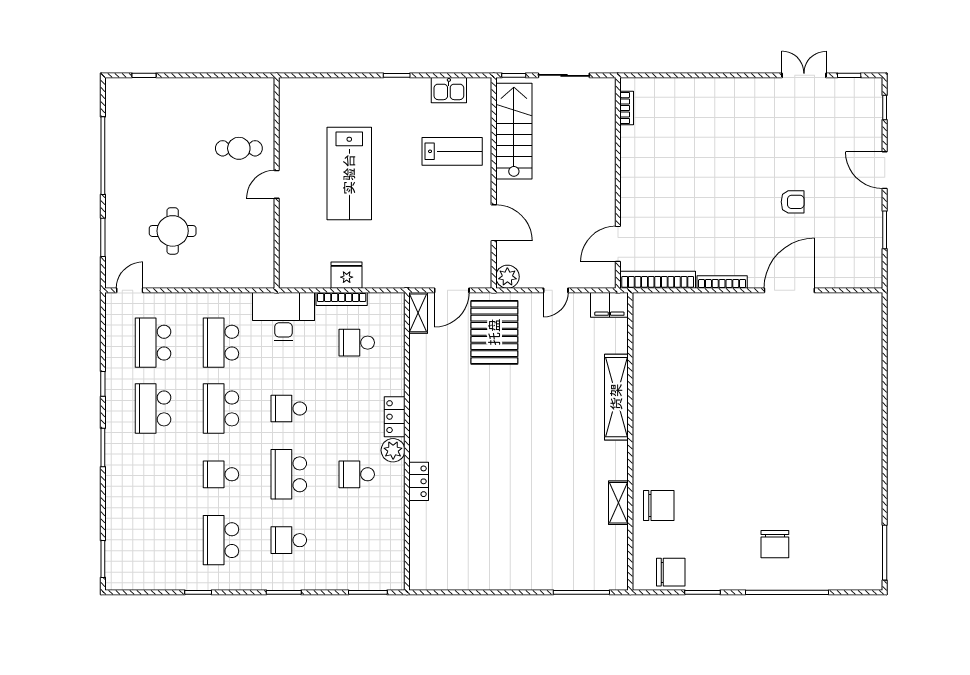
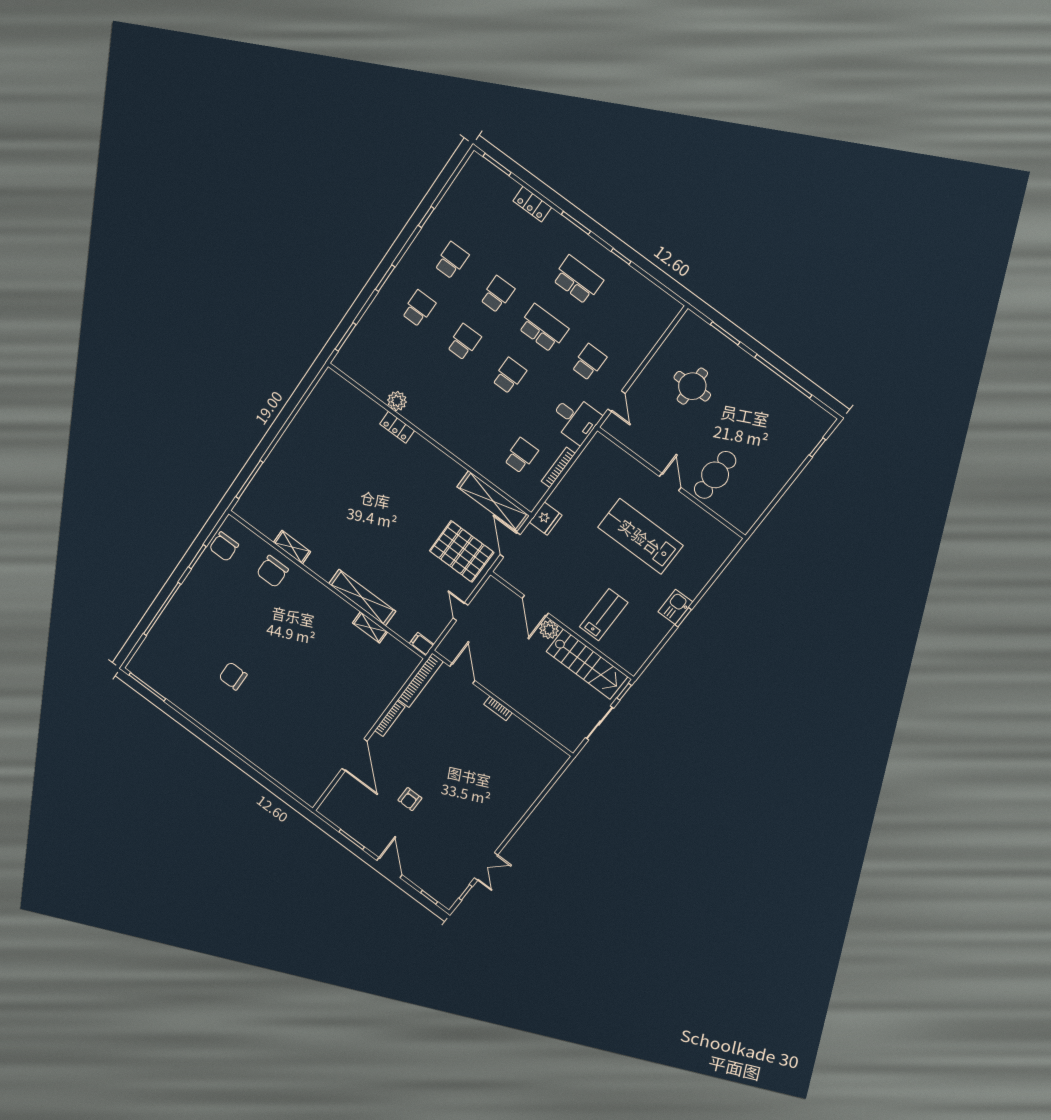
kitchen sink: (449, 90) -> (675, 607), moved
bookcase: (627, 108) -> (498, 708), moved
cafe table: (239, 148) -> (715, 475), width x1.37, depth x1.35
lab bench: (452, 151) -> (604, 615), turned 180
door: (885, 170) -> (389, 868), hinge flipped
door: (494, 223) -> (535, 606), hinge flipped
fridge: (347, 275) -> (546, 519), moved
plant: (507, 277) -> (549, 630), moved
door: (130, 290) -> (616, 401), moved
filing cabinet: (609, 305) -> (422, 644), width x0.50
shelving: (418, 313) -> (493, 501), width x2.20, depth x1.33
desk: (284, 317) -> (575, 419), width x0.73
school desk: (153, 343) -> (624, 314), removed
school desk: (221, 343) -> (589, 362), width x0.54
shelving: (642, 368) -> (370, 627), added
locker: (395, 417) -> (532, 204), moved, turned 180
plant: (393, 450) -> (397, 401), moved
school desk: (289, 474) -> (464, 342), width x0.54
school desk: (357, 474) -> (431, 389), removed
school desk: (221, 540) -> (452, 260), width x0.54
chair: (775, 544) -> (233, 676), moved

